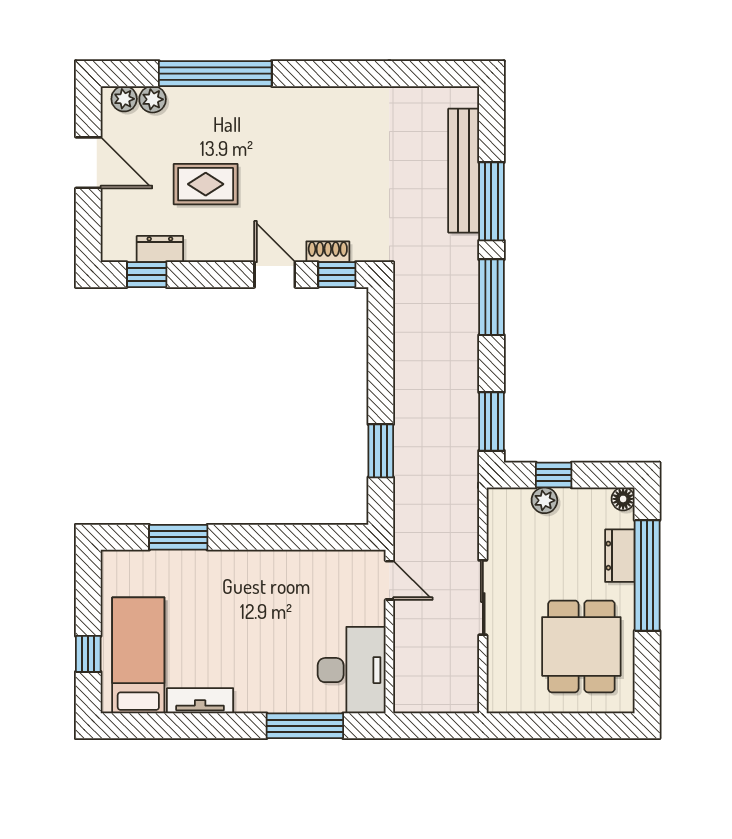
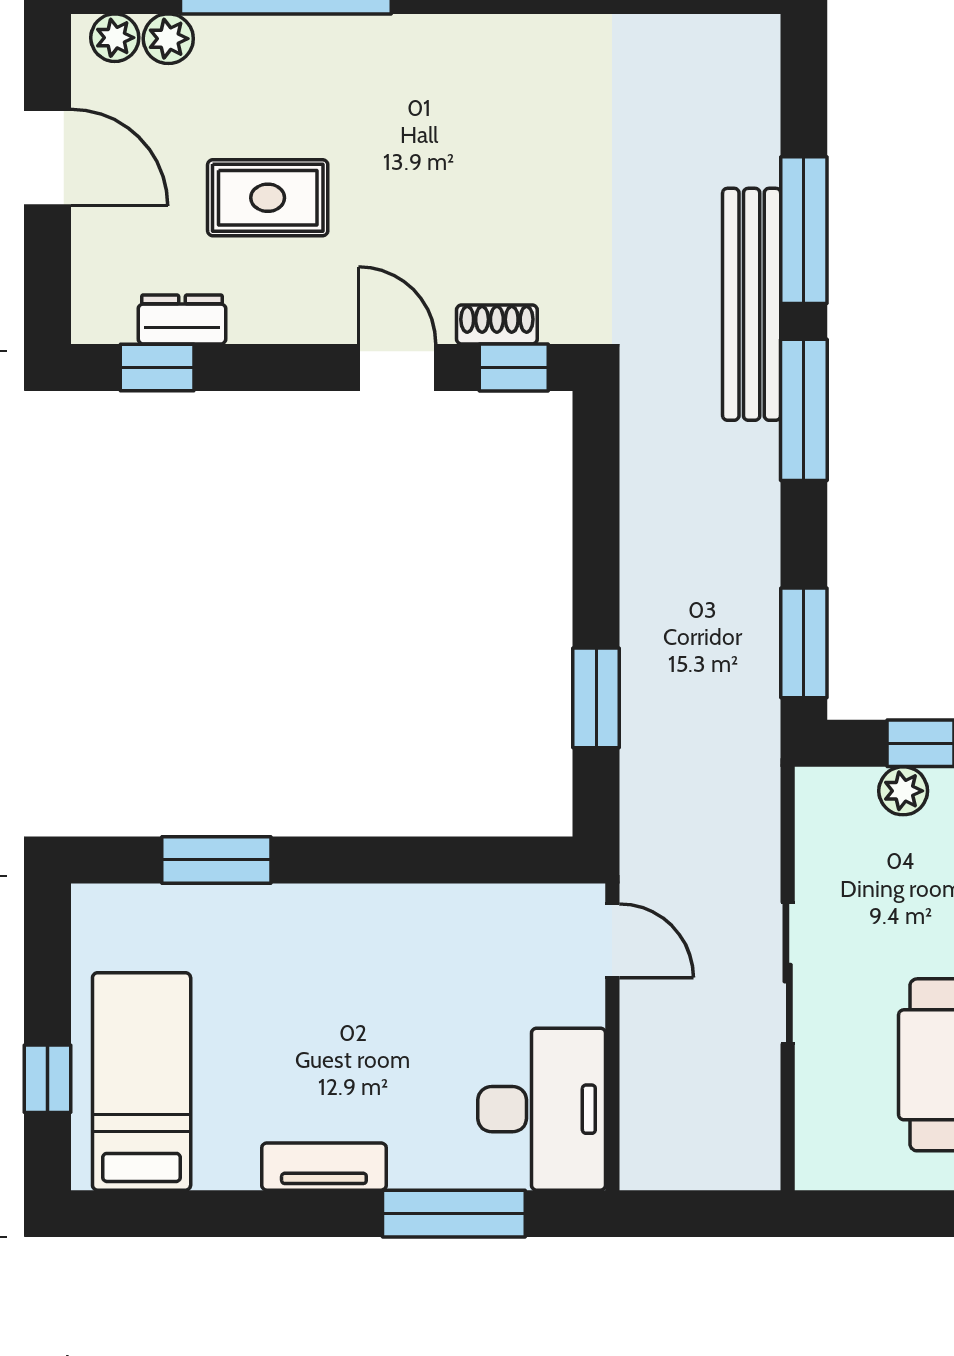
bench: (464, 171) -> (752, 304), moved
tv unit: (200, 701) -> (324, 1167), moved

